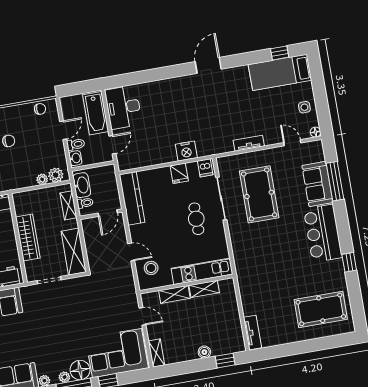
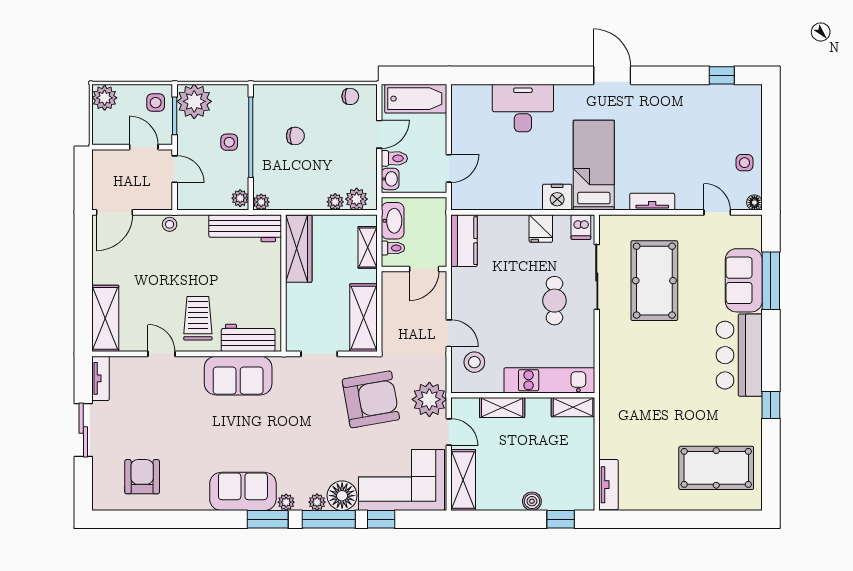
door: (208, 65) -> (612, 75), hinge flipped
bed: (280, 72) -> (594, 165), moved, turned 90
desk: (123, 107) -> (523, 108), moved, turned 90
bathtub: (96, 113) -> (416, 99), moved, turned -90
kitchen counter: (132, 198) -> (464, 241), width x0.67
wardrobe: (28, 238) -> (299, 249), moved
shelving: (204, 289) -> (573, 407), moved
plant: (126, 297) -> (429, 399), added
armchair: (88, 304) -> (371, 399), added
shelving: (156, 353) -> (463, 480), width x1.50, depth x1.33

